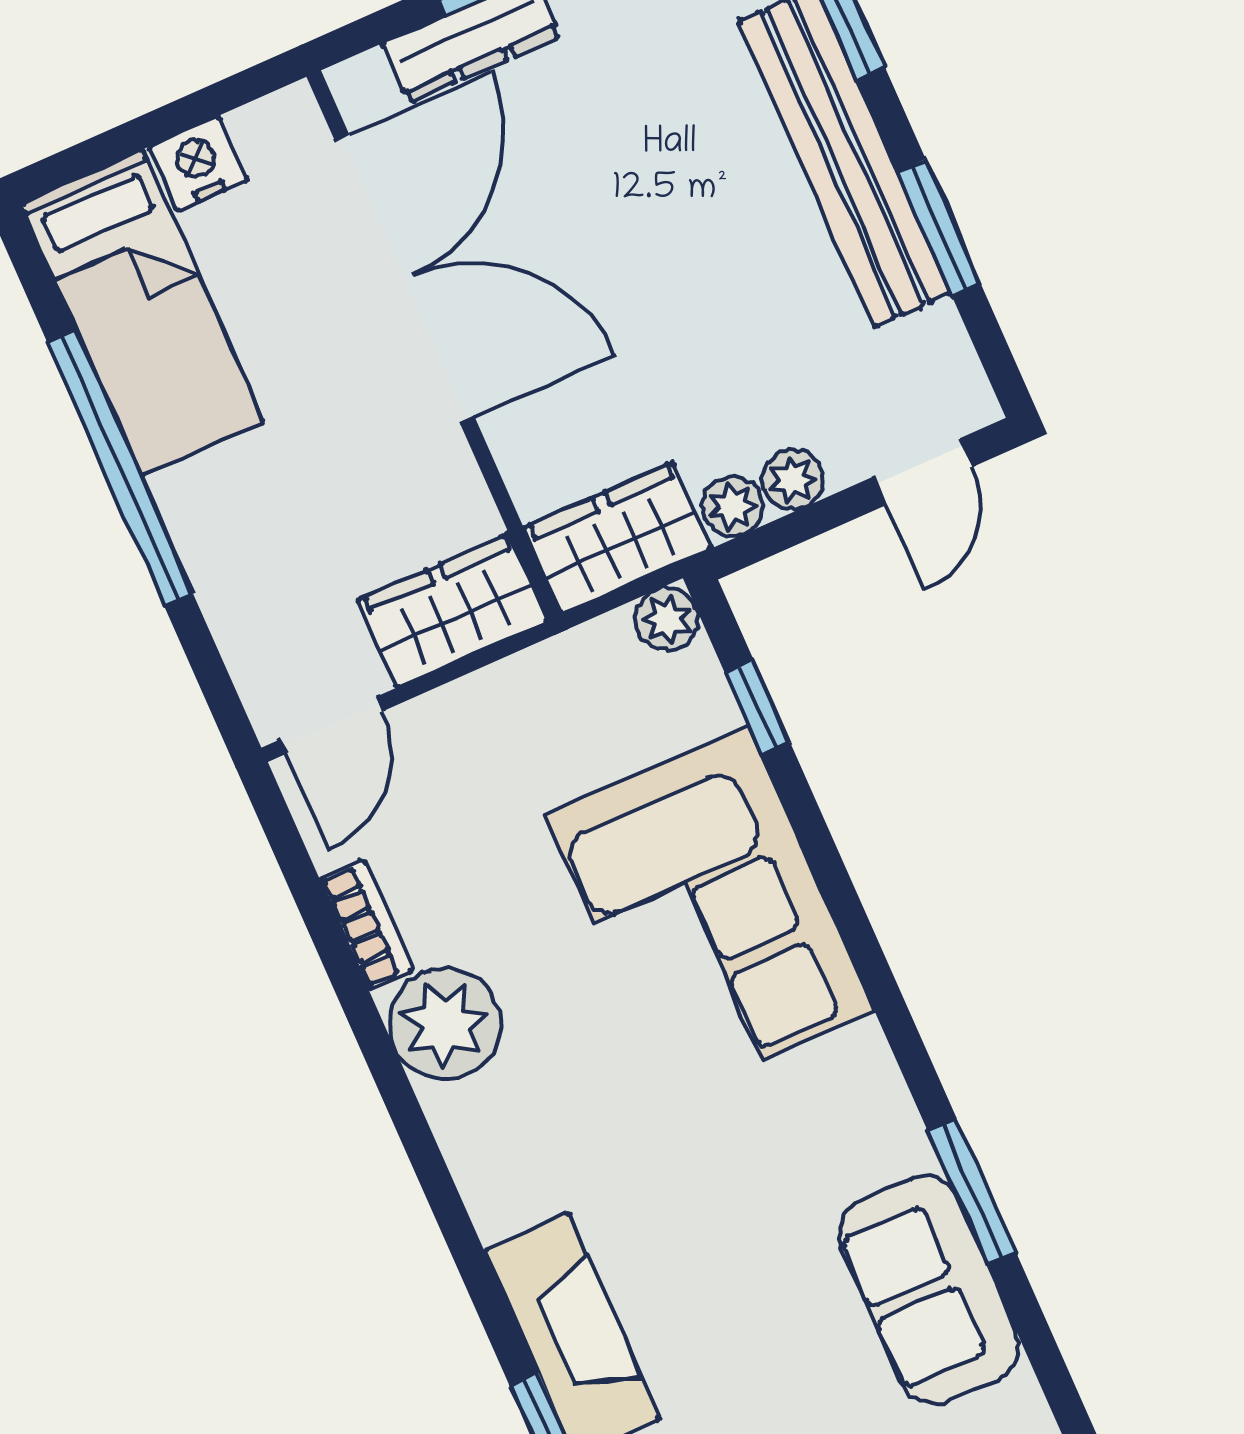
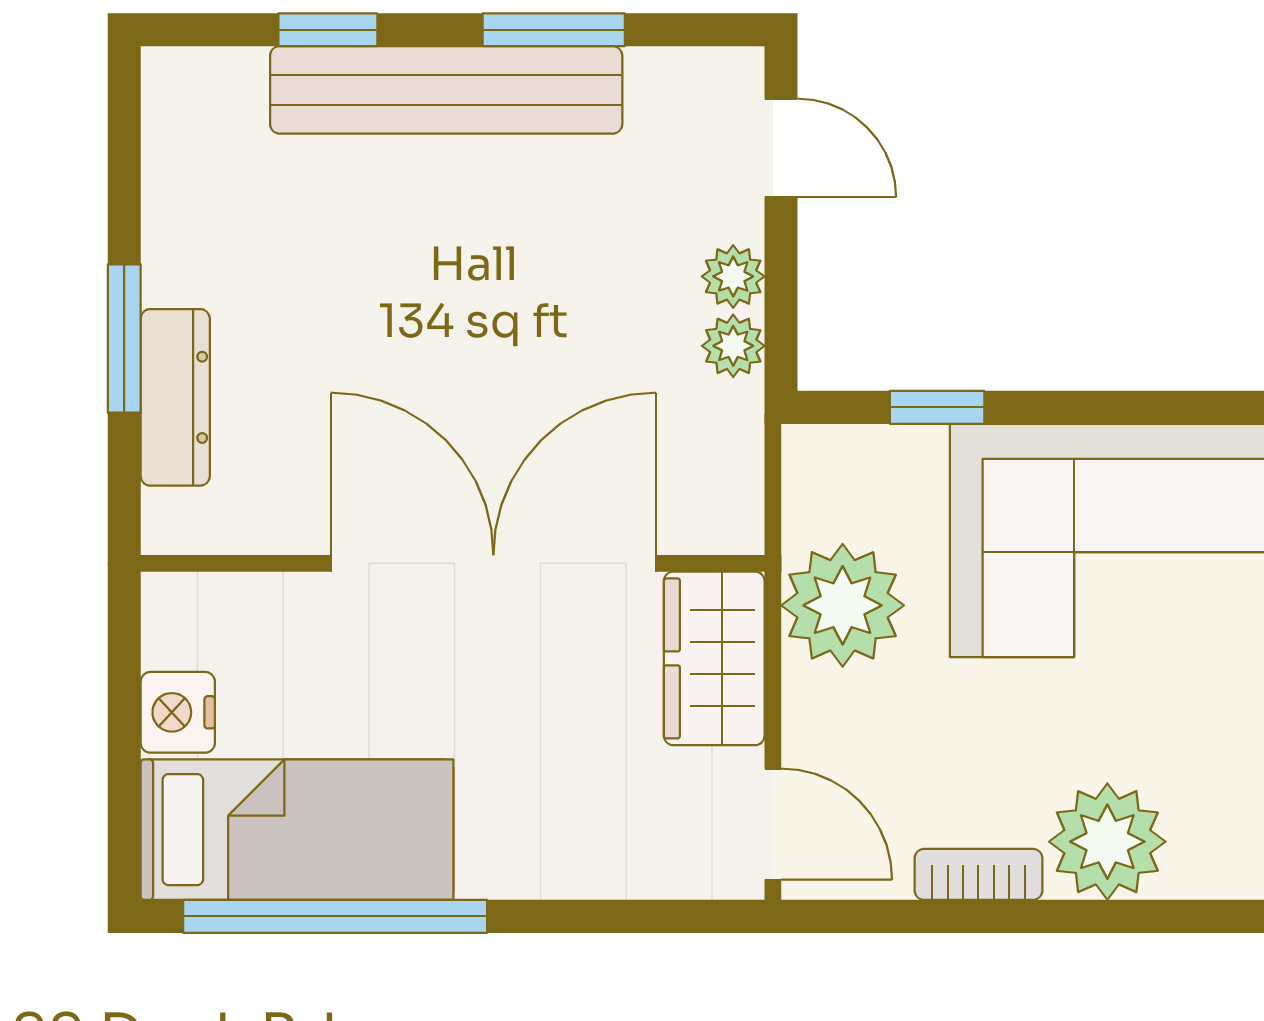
double door: (405, 279) -> (493, 563), moved
window: (120, 468) -> (335, 916), moved
wardrobe: (617, 538) -> (715, 469), removed
plant: (667, 619) -> (843, 605), moved, width x1.88, depth x1.88

